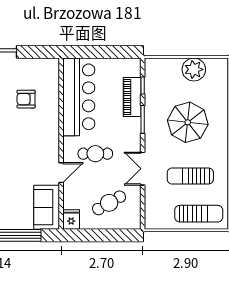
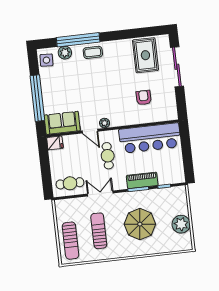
piano: (132, 97) -> (142, 180), moved
plant: (53, 153) -> (105, 123), added
cafe table: (109, 203) -> (70, 183), moved, turned -60

